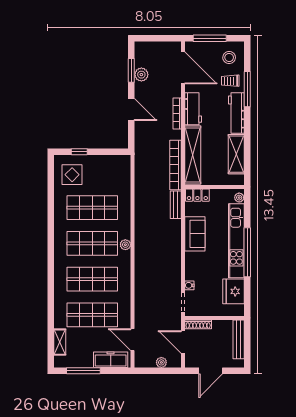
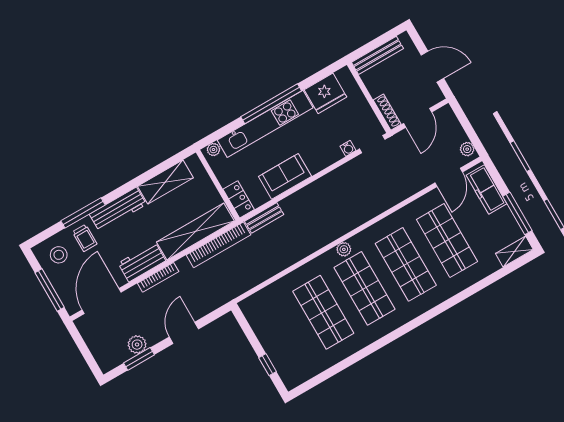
display table: (72, 175) -> (299, 358), removed
shelving: (60, 342) -> (514, 251), moved
plant: (161, 362) -> (467, 149), moved

